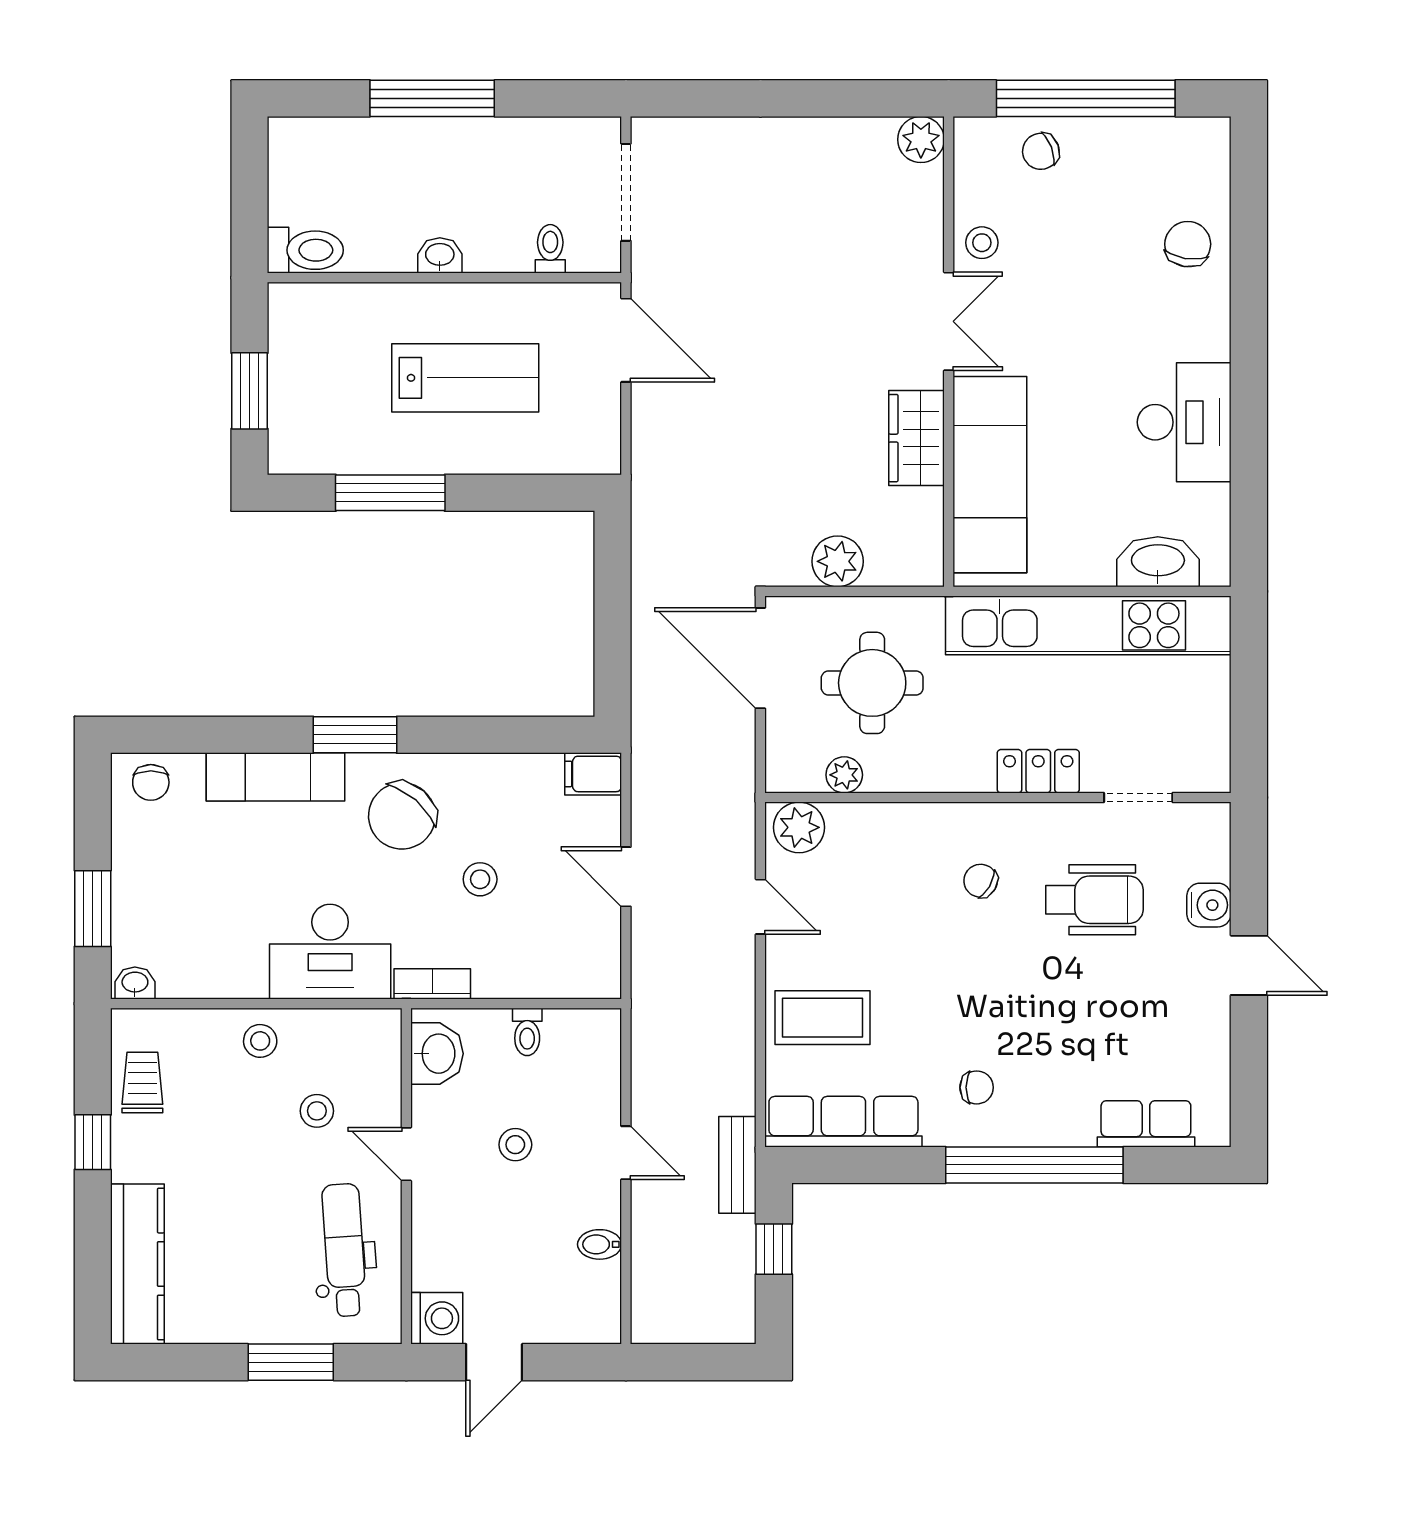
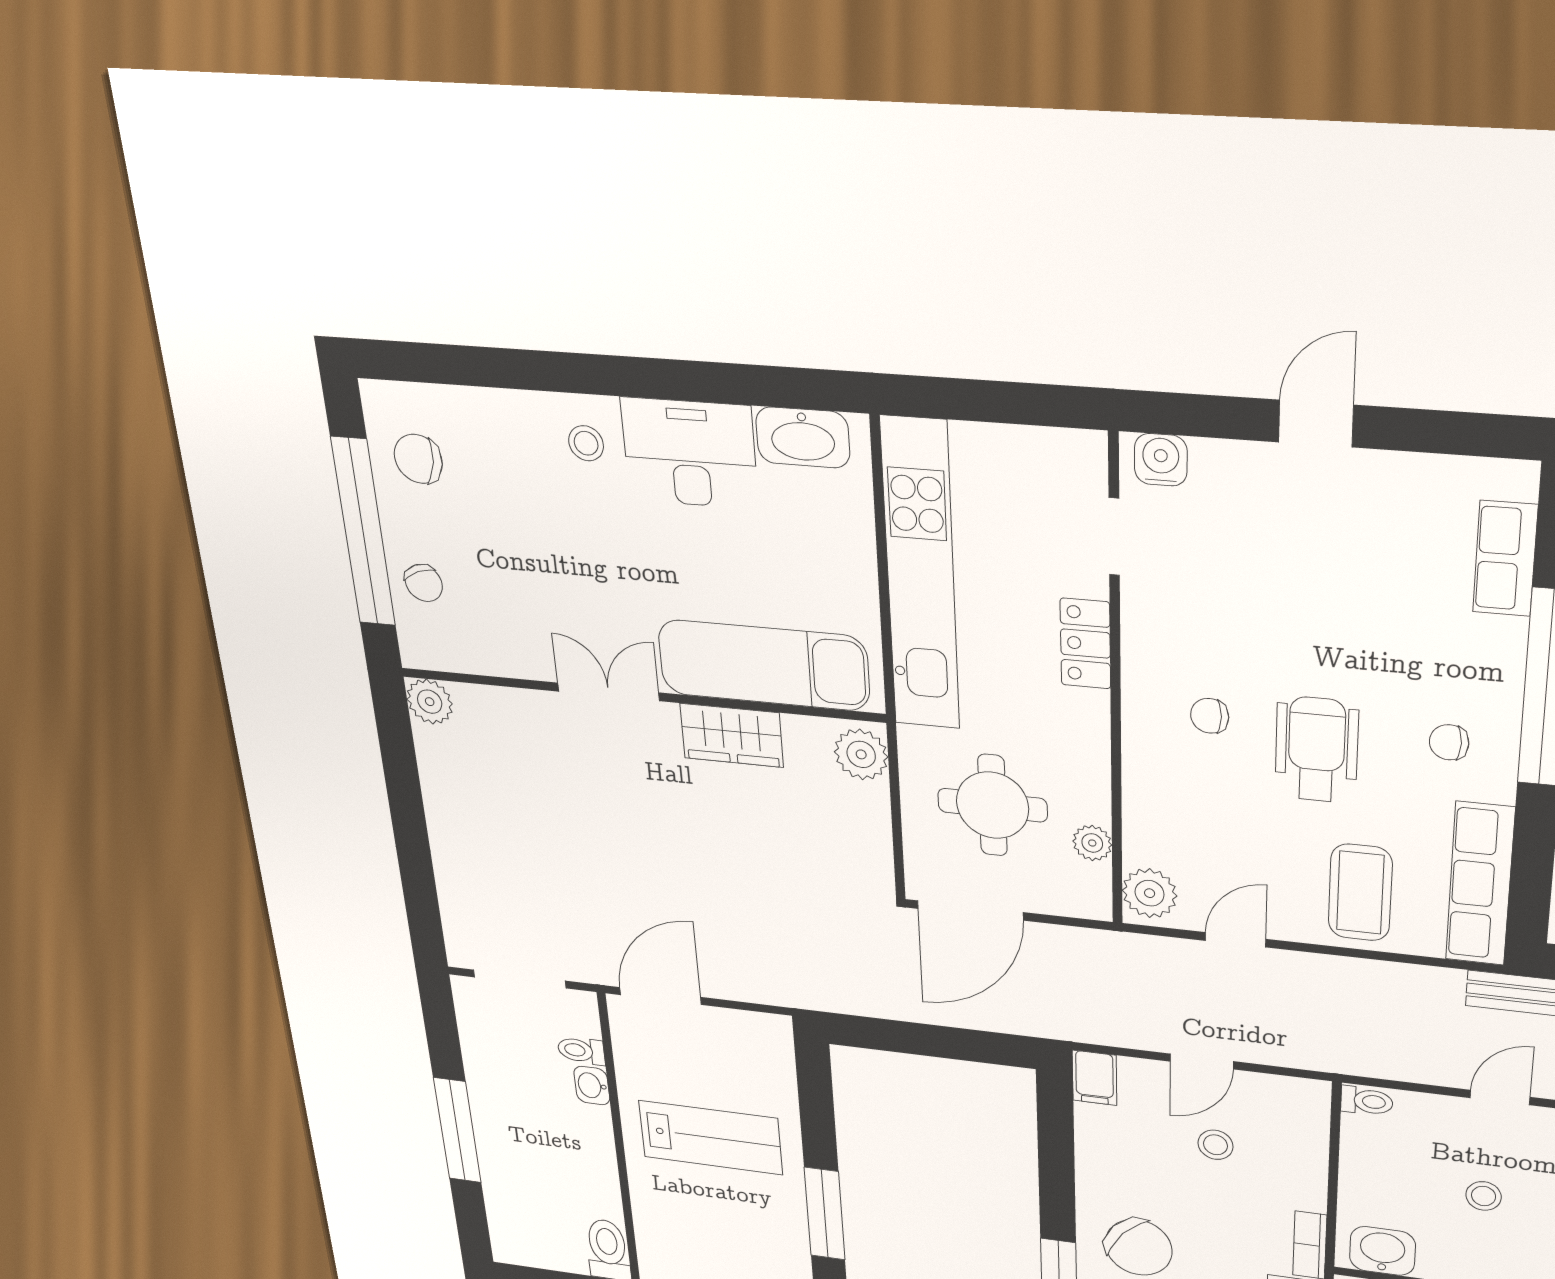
stool: (982, 243) -> (586, 443), moved
chair: (1188, 244) -> (418, 459), moved
washbasin: (440, 255) -> (592, 1086), moved
lab bench: (465, 378) -> (711, 1138), turned 90
plant: (838, 561) -> (861, 754), moved
washbasin: (1158, 562) -> (803, 437), moved, turned -90
stool: (480, 879) -> (1215, 1145), moved
chair: (981, 881) -> (1210, 716), turned 60
wheelchair: (1094, 900) -> (1317, 749), moved
water cooler: (1209, 905) -> (1161, 460), moved
toilet: (527, 1032) -> (1367, 1101), moved
chair: (977, 1087) -> (1449, 742), turned -90

